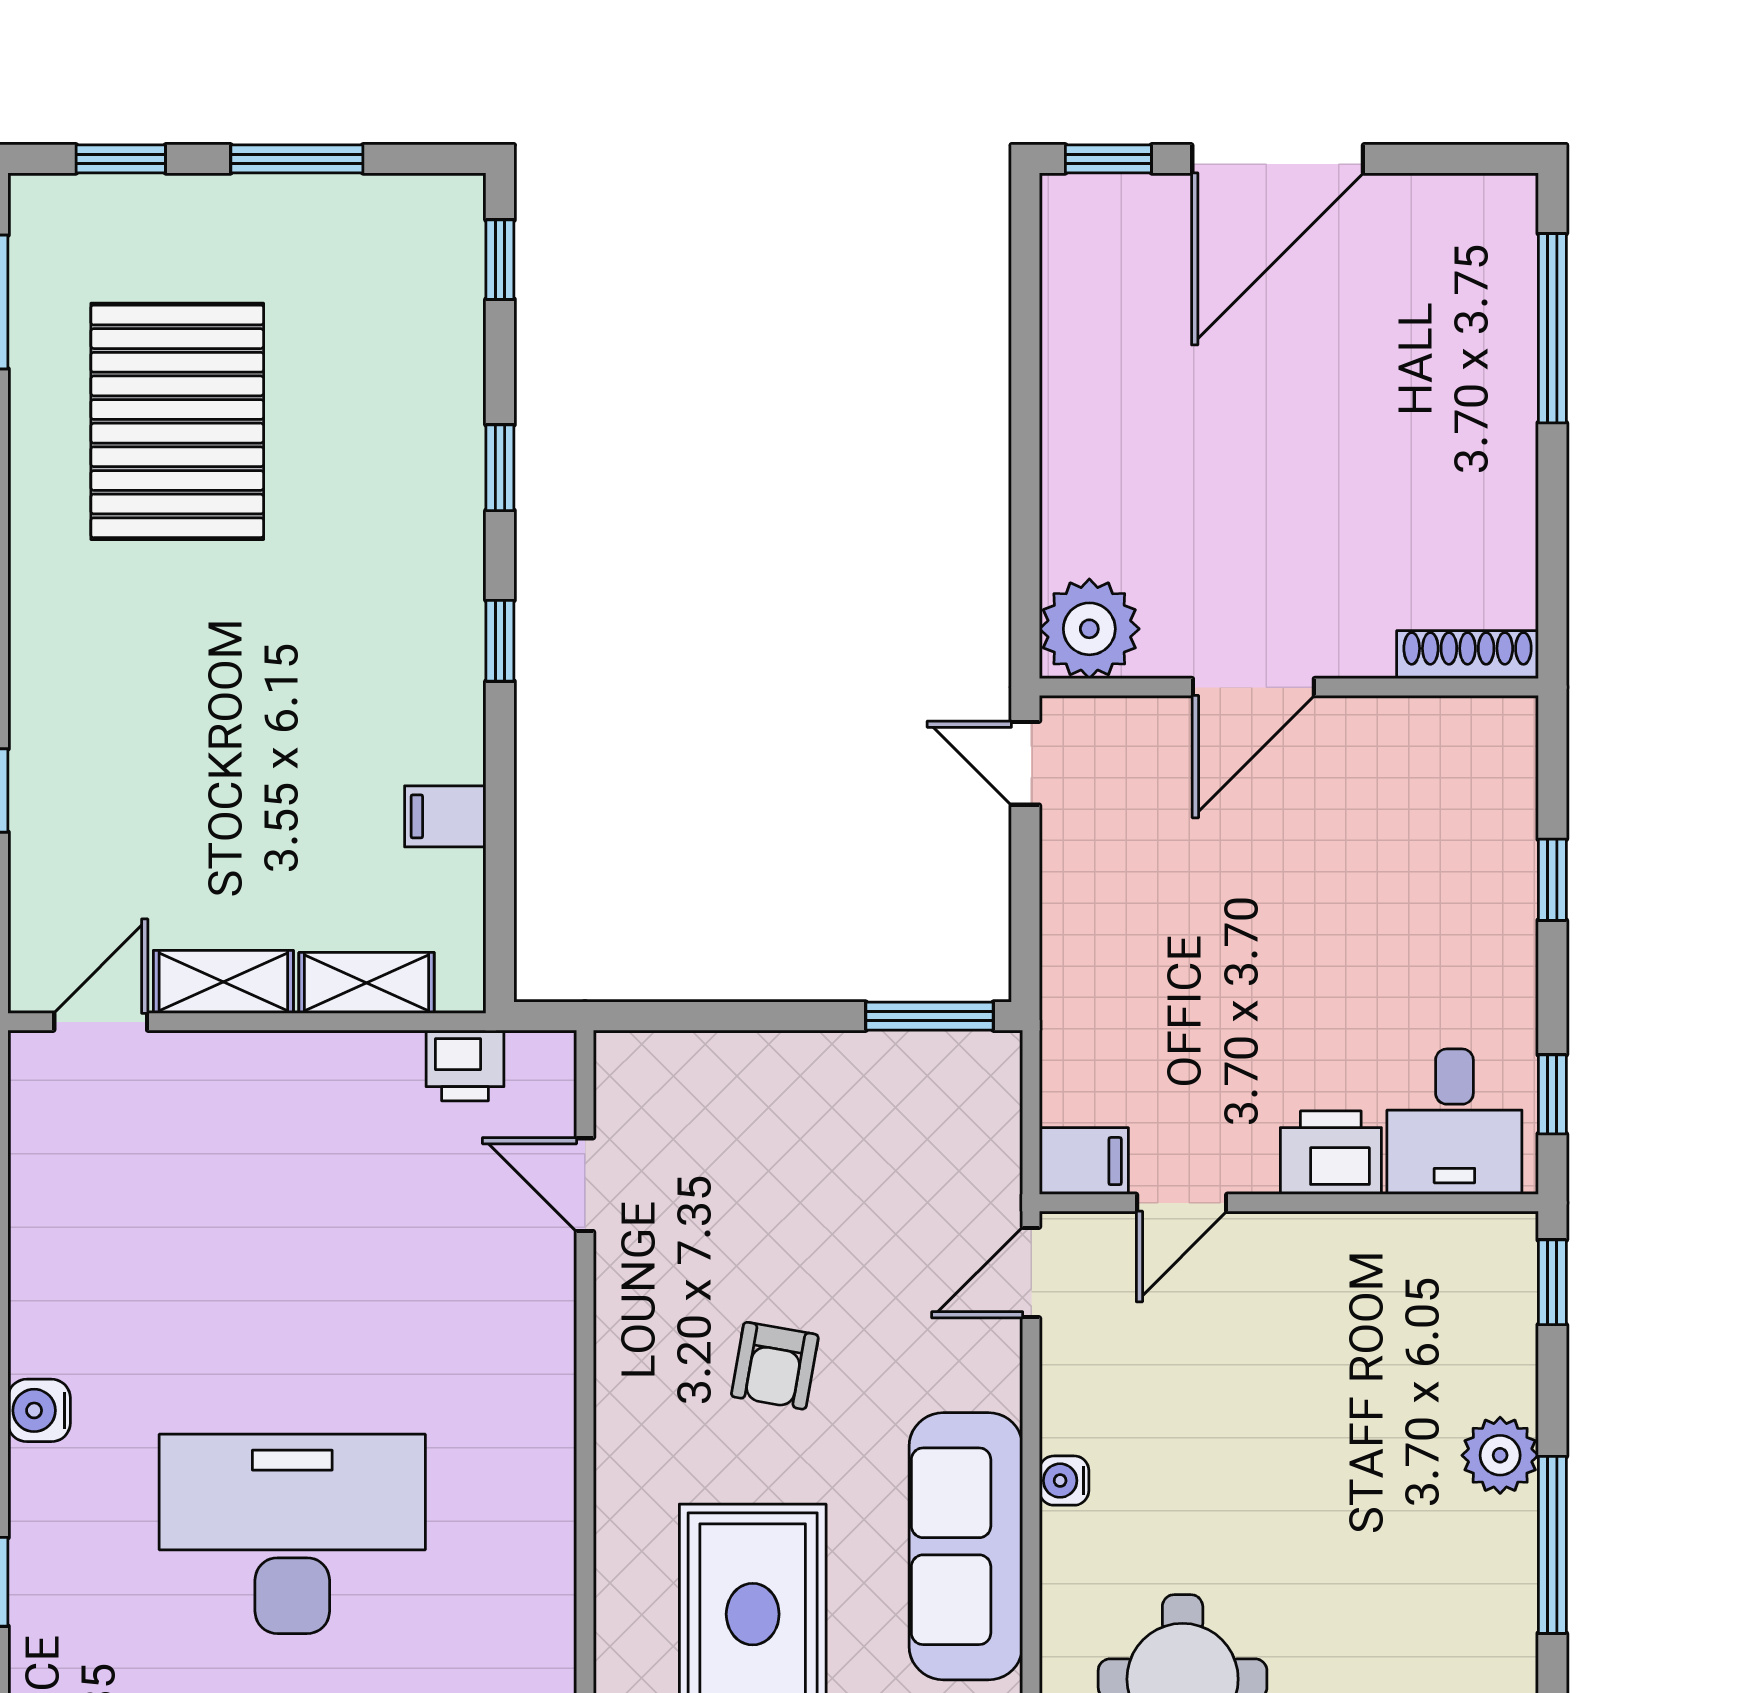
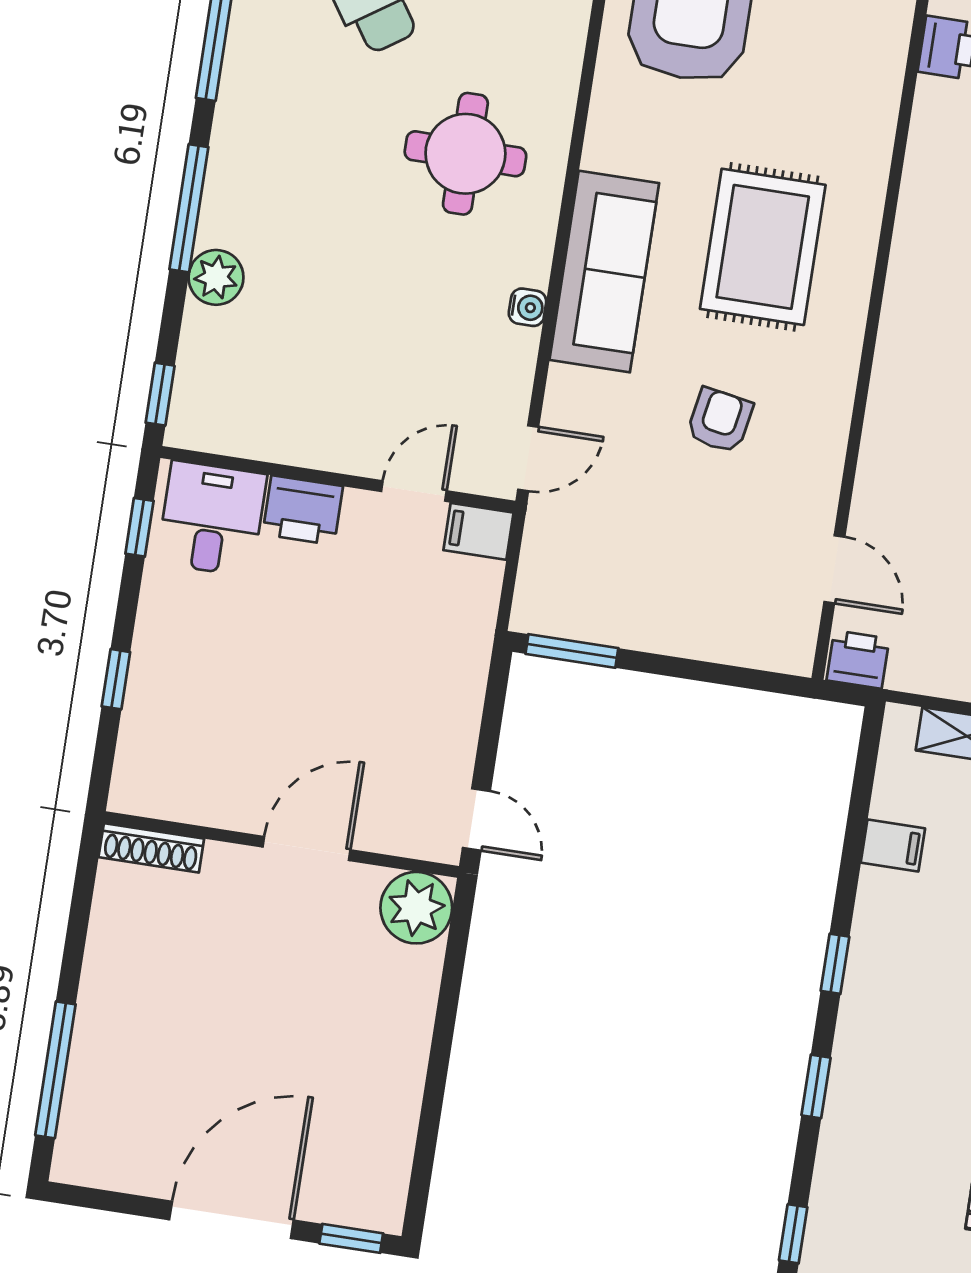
printer: (465, 1065) -> (858, 659), moved

